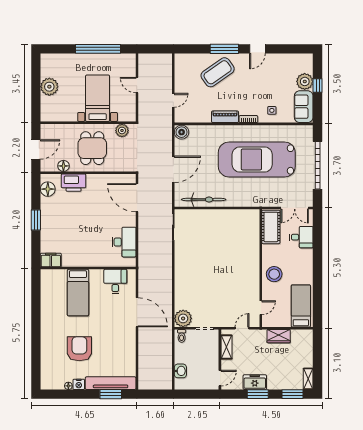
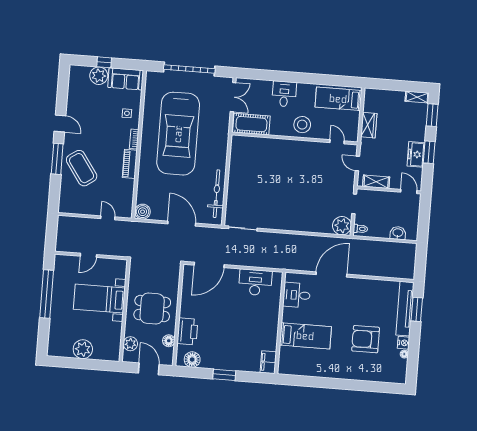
plant: (122, 130) -> (130, 344), moved
desk: (301, 237) -> (284, 94), moved

